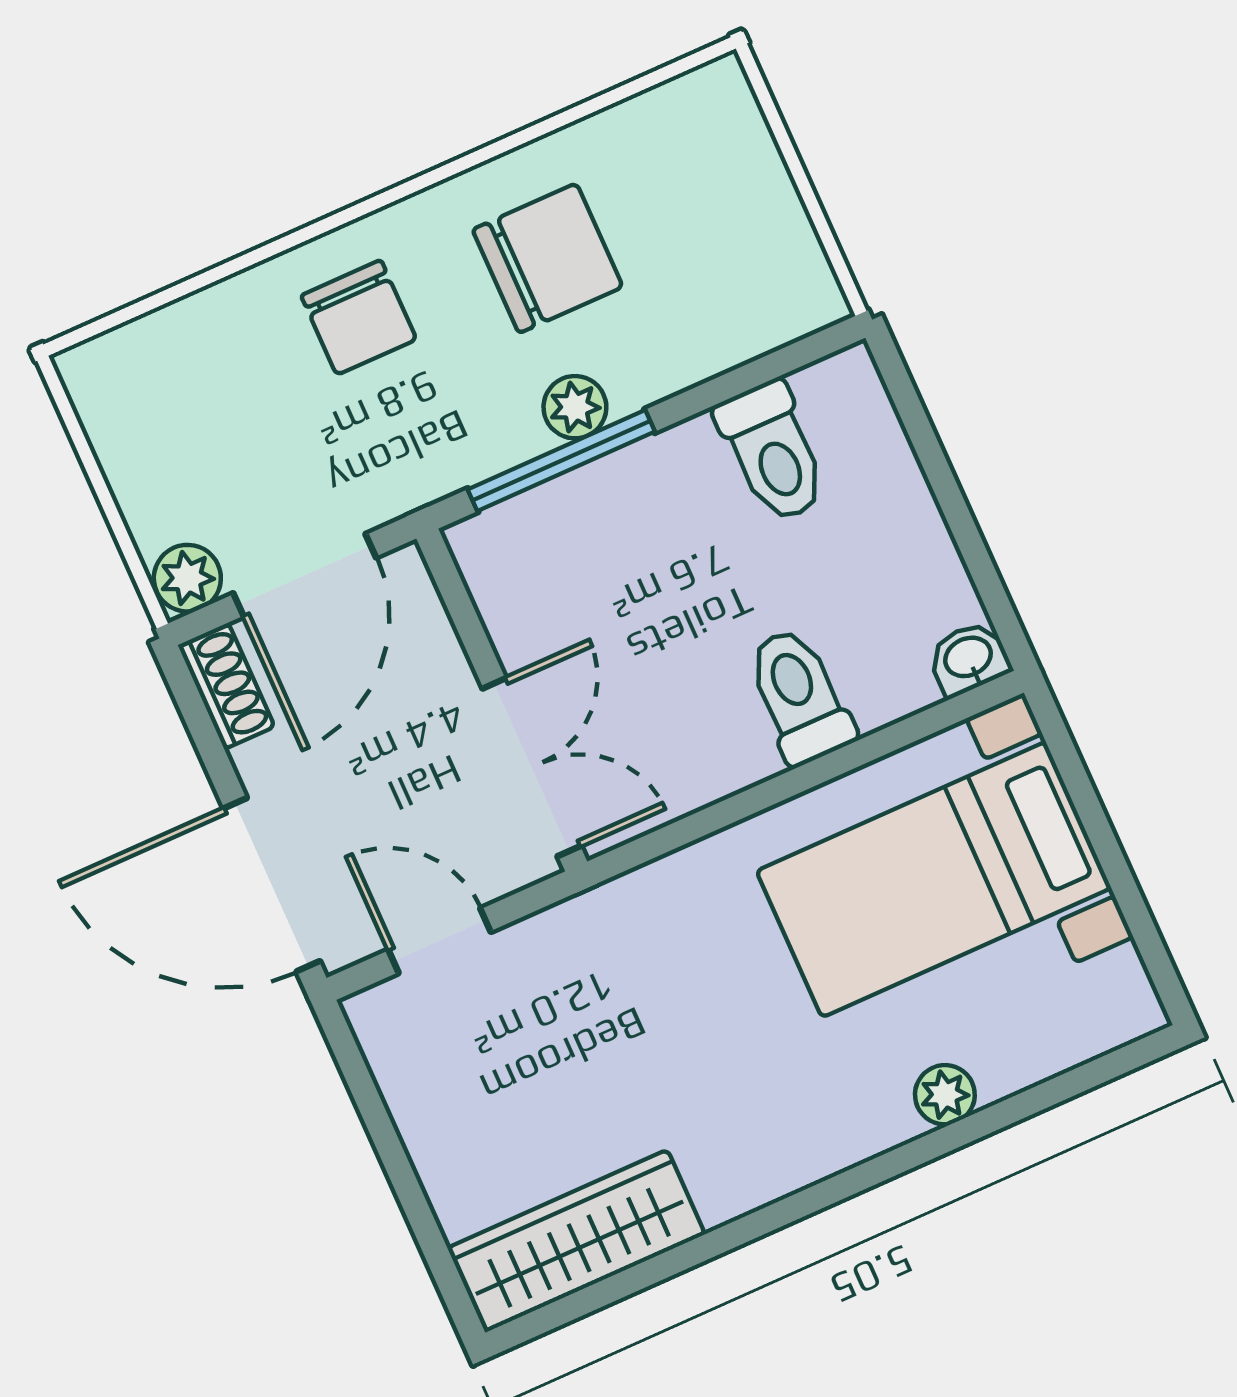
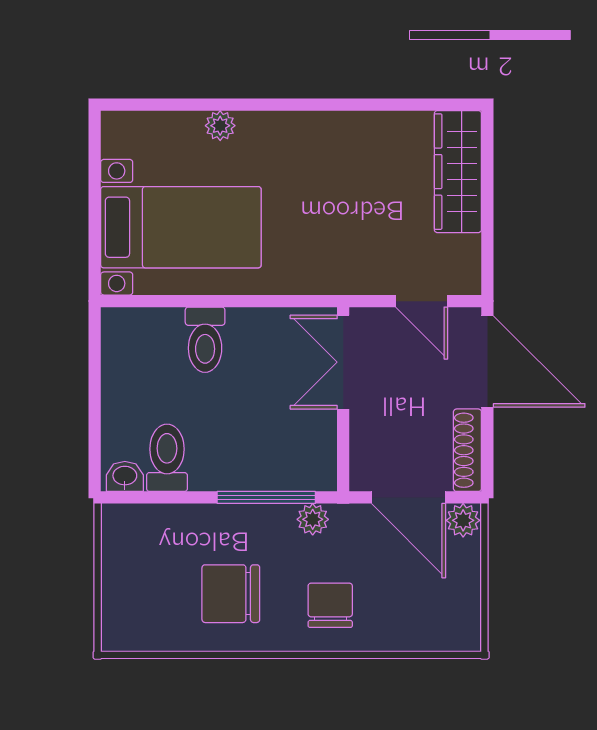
plant: (575, 407) -> (313, 519), moved
door: (305, 575) -> (408, 497), swing flipped
washbasin: (969, 659) -> (125, 476), moved, turned 180
shoe rack: (226, 686) -> (467, 450), width x1.43
wardrobe: (576, 1241) -> (458, 172), moved, turned 90

